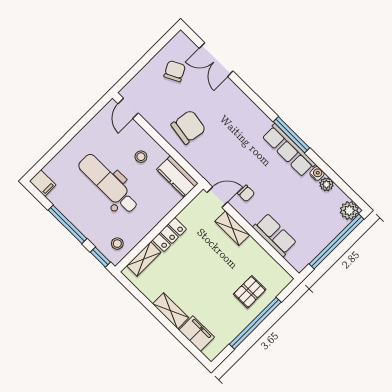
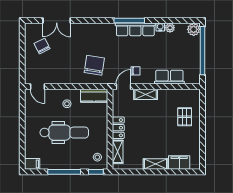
chair: (188, 127) -> (94, 65), moved
dental chair: (108, 184) -> (64, 133), turned 180
window: (255, 323) -> (202, 129), removed

